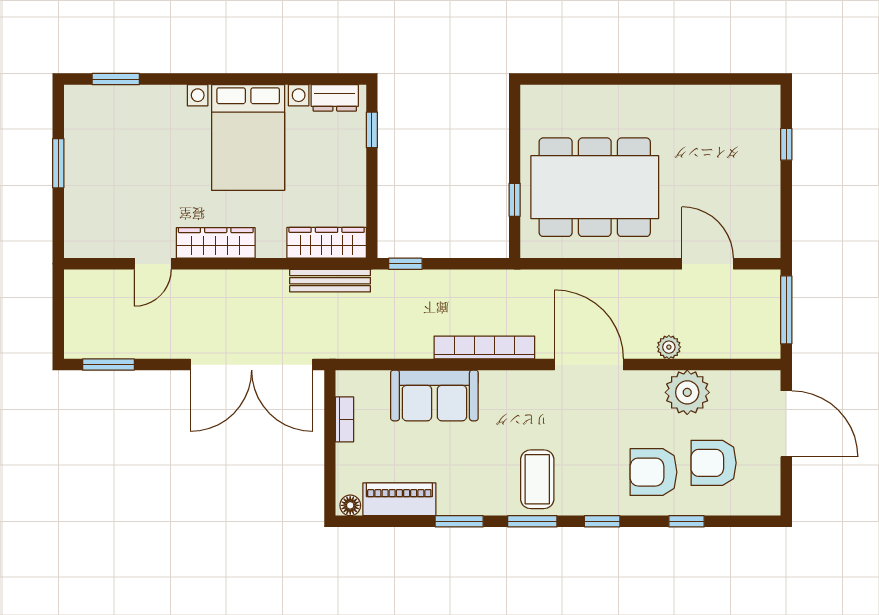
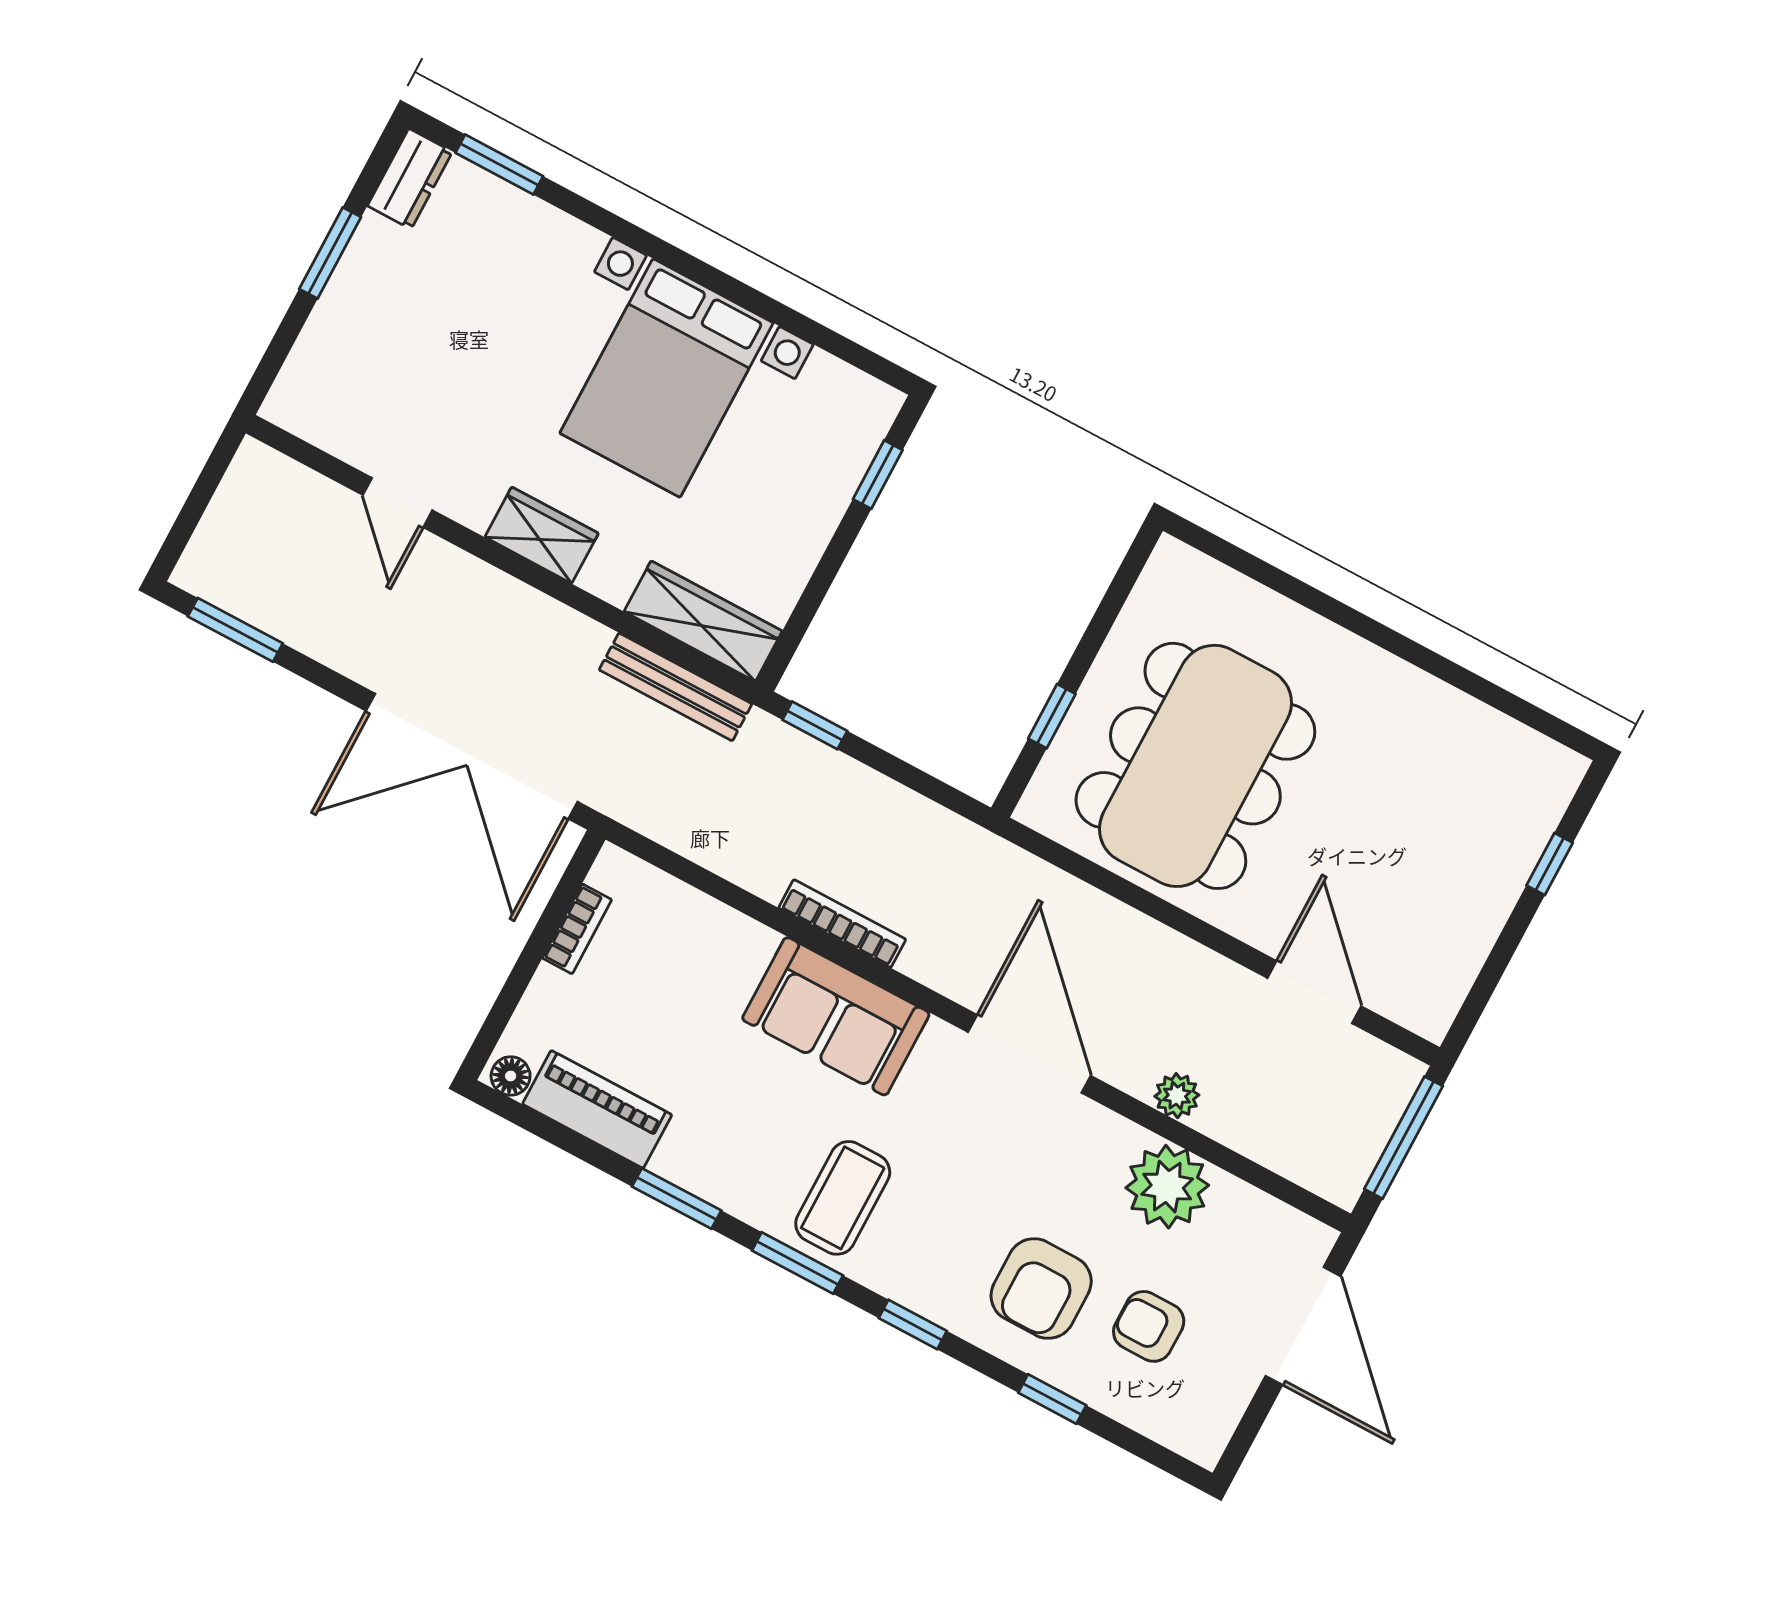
dresser: (335, 98) -> (410, 179), moved, turned -90
dining table: (595, 187) -> (1195, 766), turned 90
wardrobe: (216, 243) -> (542, 535), width x0.67
door: (153, 264) -> (398, 503), hinge flipped
bookcase: (484, 348) -> (842, 924), width x0.68, depth x0.76
sofa: (434, 395) -> (836, 1016), moved
armchair: (714, 463) -> (1149, 1326), width x0.72, depth x0.72
armchair: (653, 472) -> (1041, 1289), turned -90

